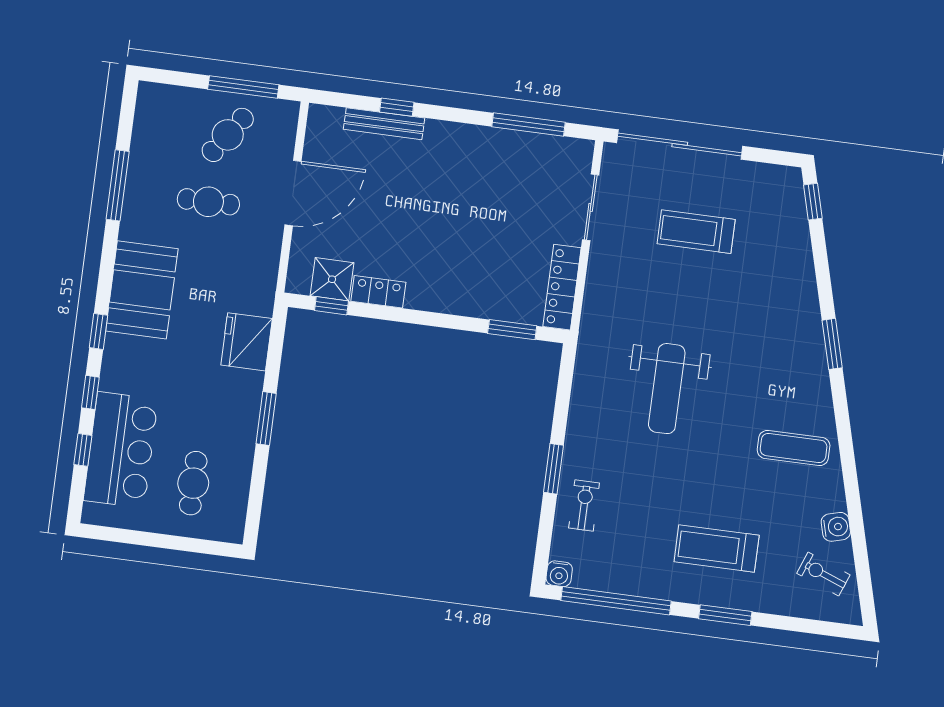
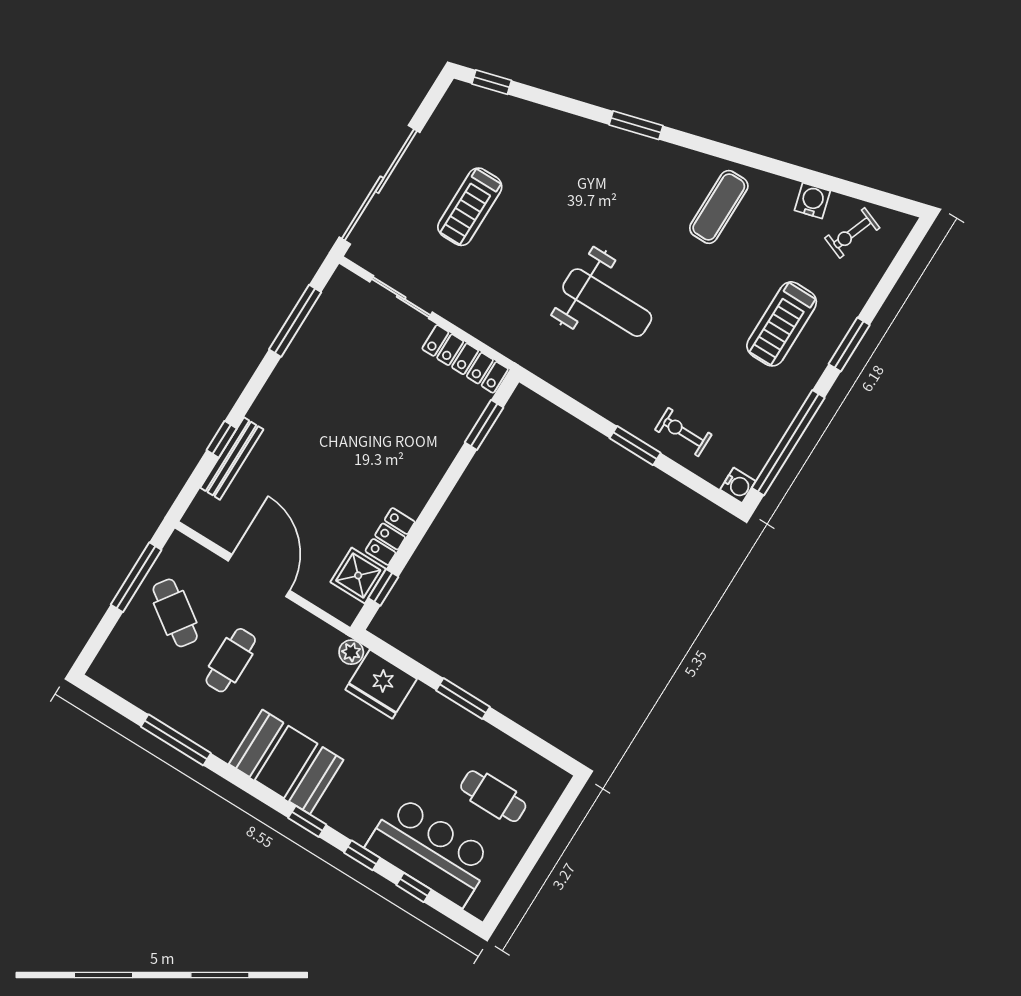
plant: (263, 303) -> (351, 652), added

